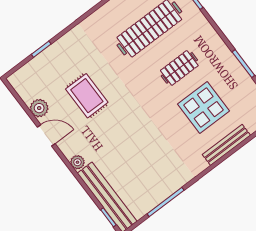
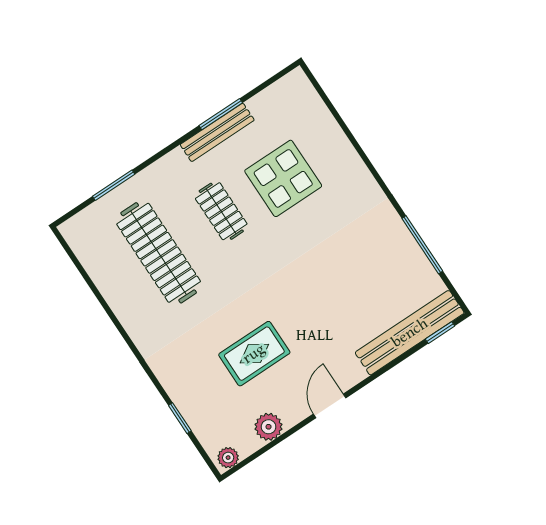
door: (46, 135) -> (330, 406), moved
bench: (226, 145) -> (217, 132), moved, turned 90
plant: (77, 162) -> (228, 458), moved

